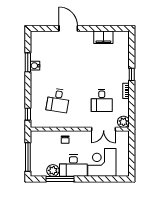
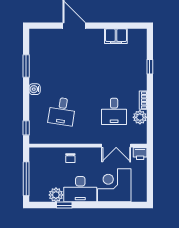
water cooler: (35, 66) -> (35, 89), moved
window: (132, 74) -> (150, 67), moved
plant: (123, 122) -> (140, 117), moved
printer: (124, 136) -> (140, 154), added
window: (60, 179) -> (64, 205), width x0.46

